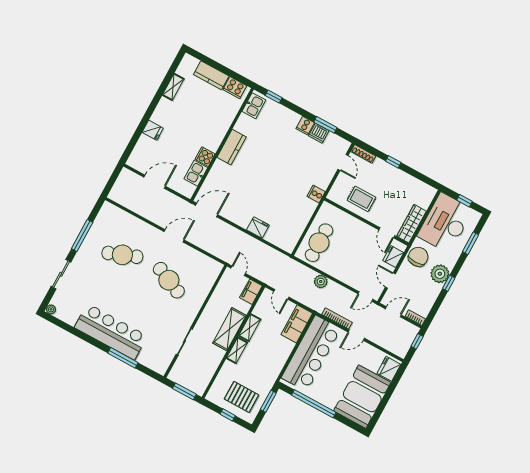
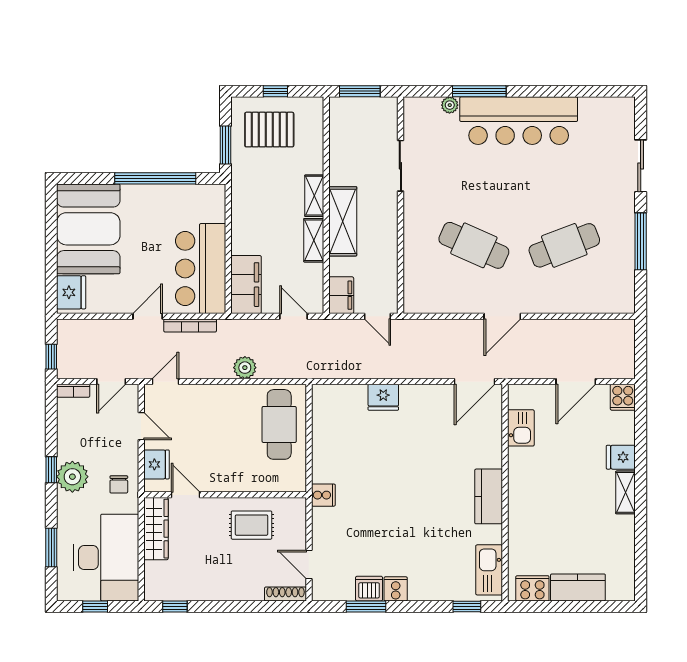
shelving: (173, 87) -> (625, 492), moved
kitchen sink: (254, 106) -> (489, 570), width x1.38
cooker: (205, 157) -> (623, 397), moved, turned 90
window: (393, 162) -> (175, 607), moved
chair: (418, 257) -> (119, 484), width x0.54, depth x0.54
plant: (51, 309) -> (450, 105), moved
bar counter: (311, 353) -> (201, 268), width x0.73

